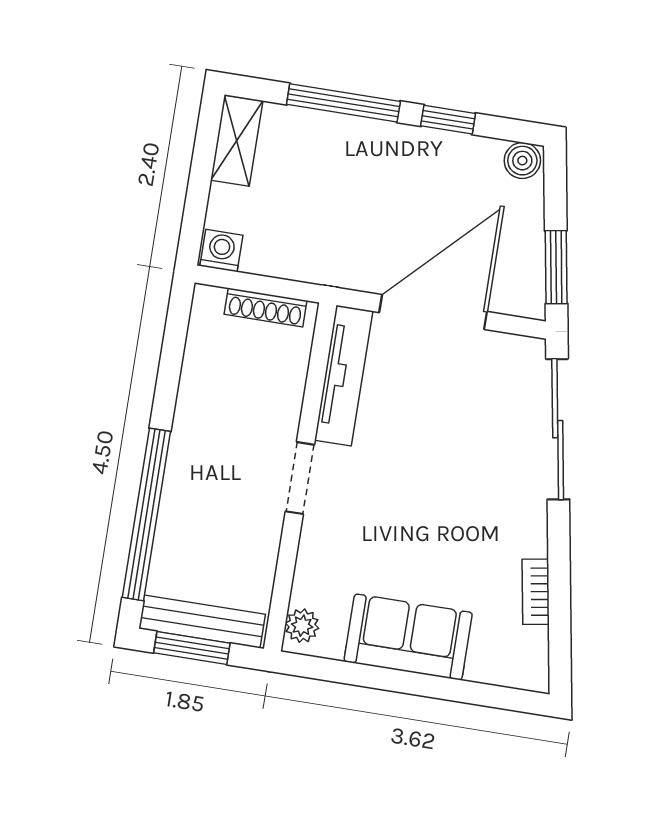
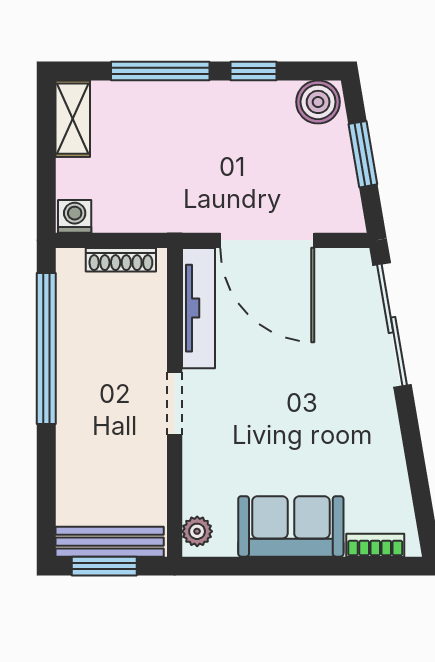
boiler: (522, 161) -> (318, 102), width x1.36, depth x1.36
window: (556, 267) -> (363, 154), moved
door: (433, 312) -> (267, 240), swing flipped
window: (146, 514) -> (46, 349), moved
bookcase: (536, 592) -> (375, 545), moved, turned 100

